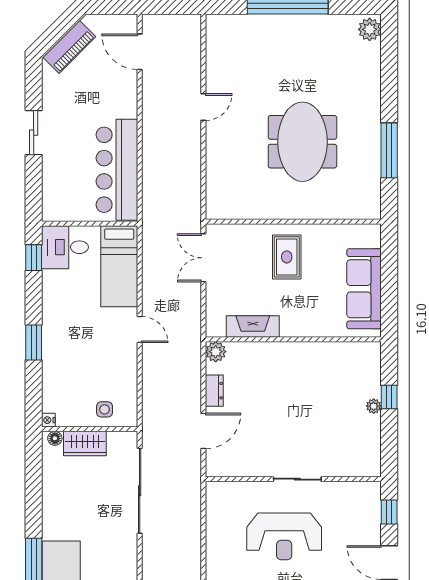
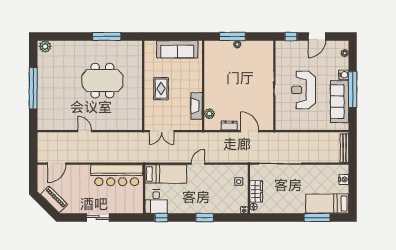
rug: (287, 257) -> (161, 89), turned 90
plant: (216, 352) -> (209, 114), moved
window: (389, 397) -> (232, 36), width x2.17
reception desk: (284, 536) -> (303, 90), turned 180

